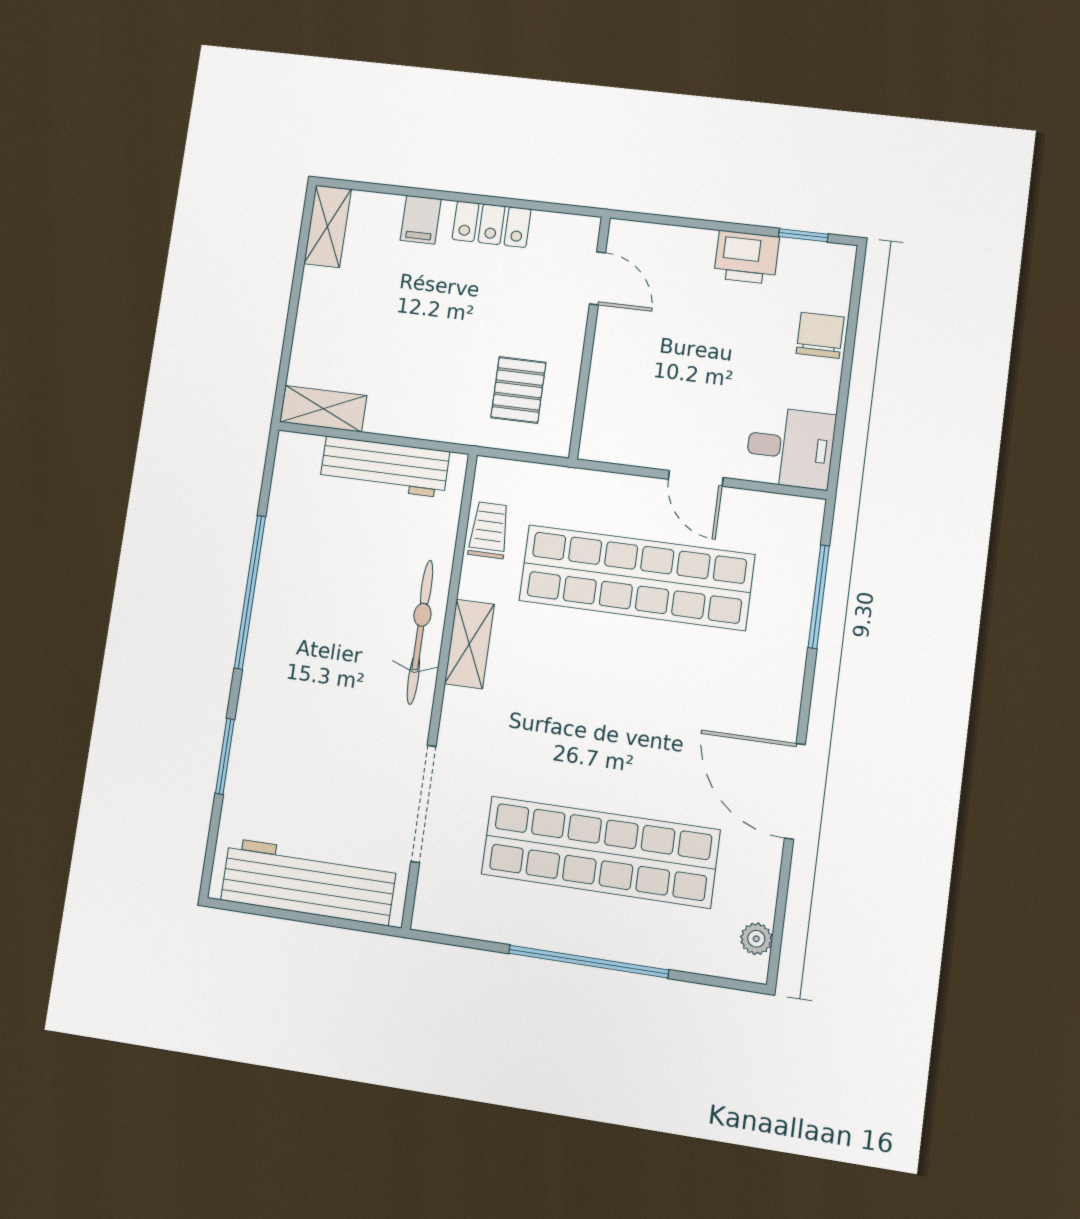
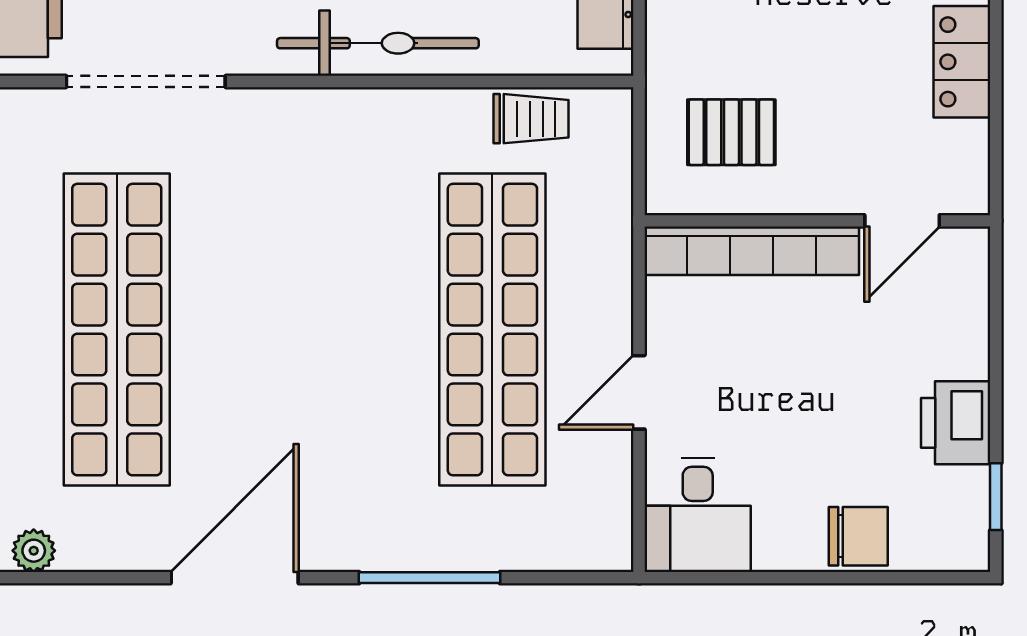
bookcase: (605, 386) -> (752, 251), added
window: (819, 597) -> (429, 578), moved
shelving: (469, 644) -> (371, 114), removed

